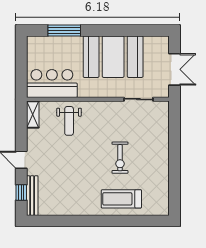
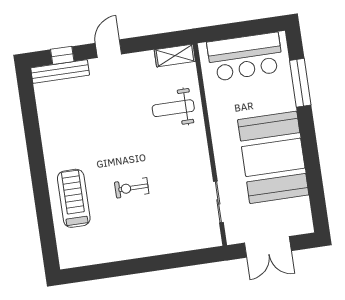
bar counter: (52, 84) -> (245, 57), moved, turned 90
exercise bike: (120, 158) -> (132, 188), width x0.73, depth x0.72

